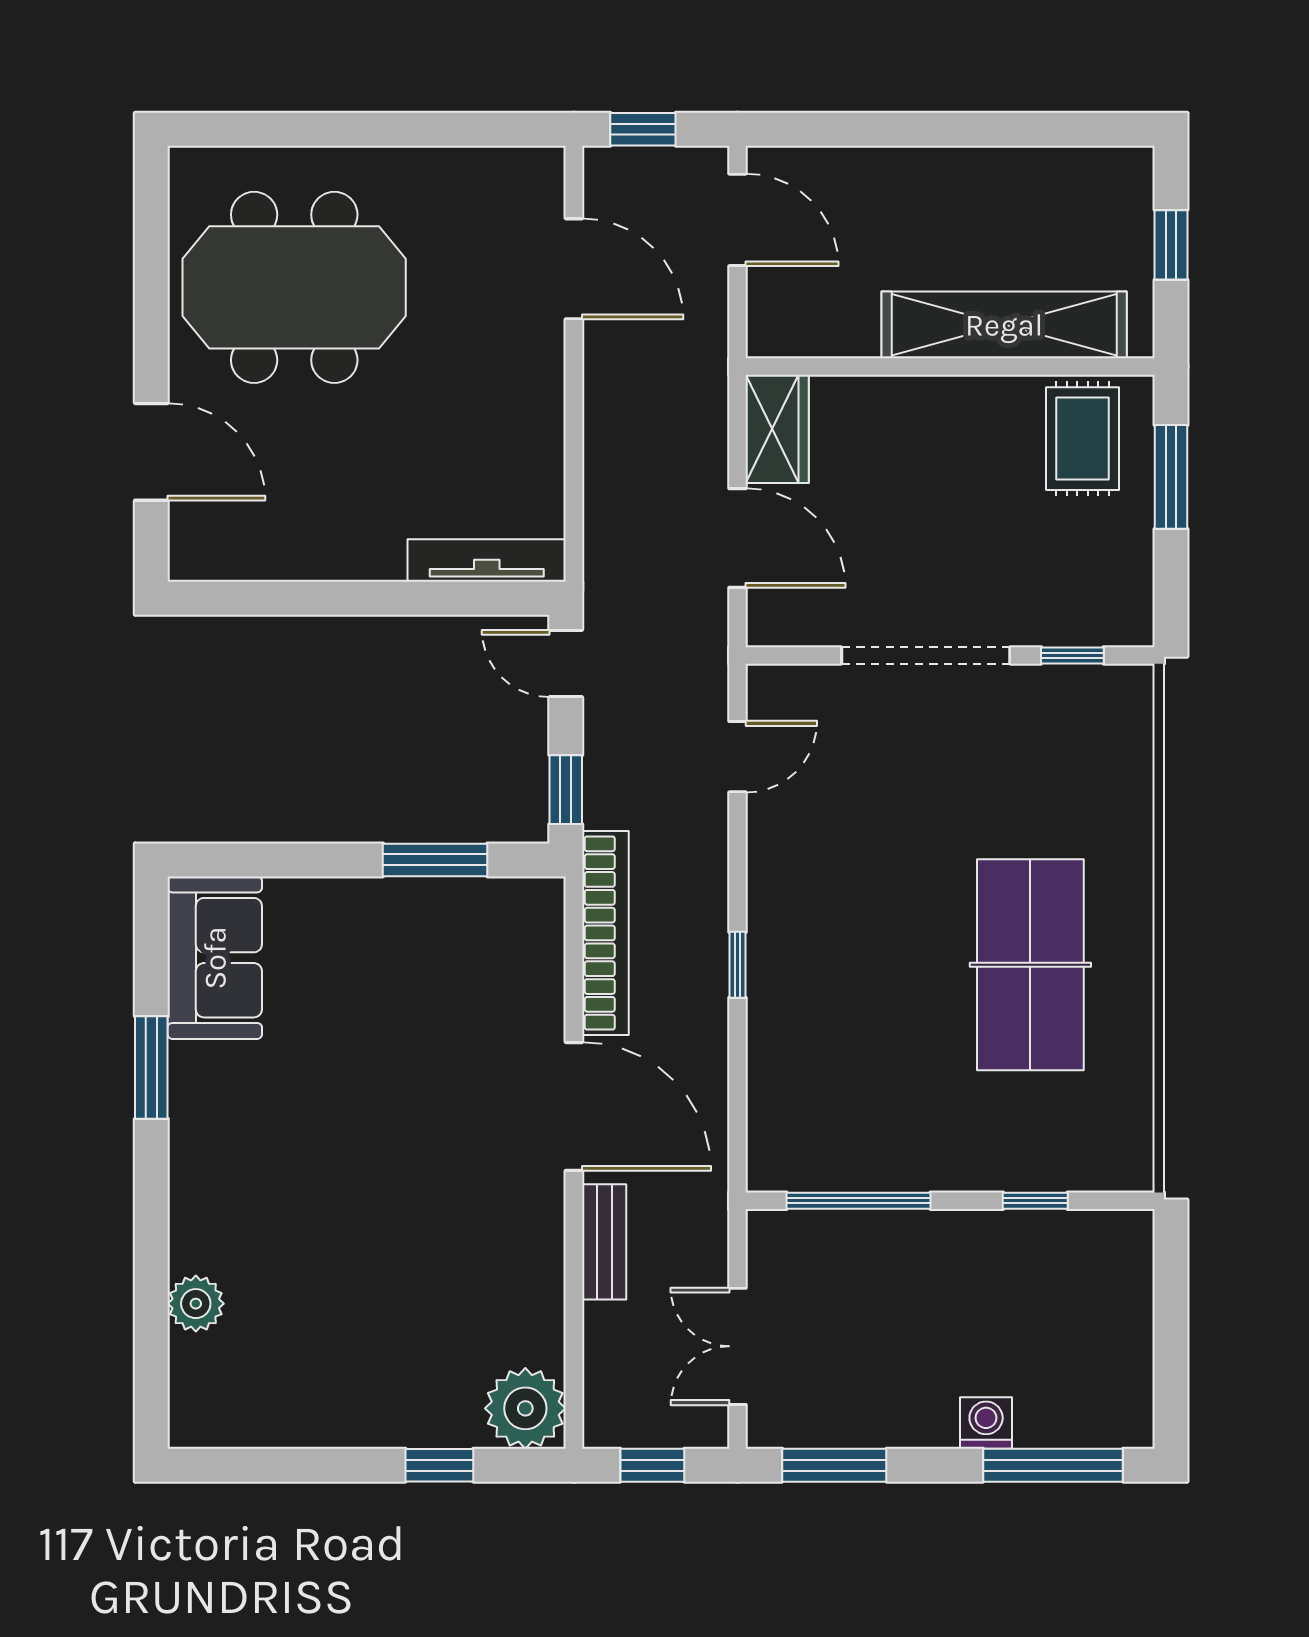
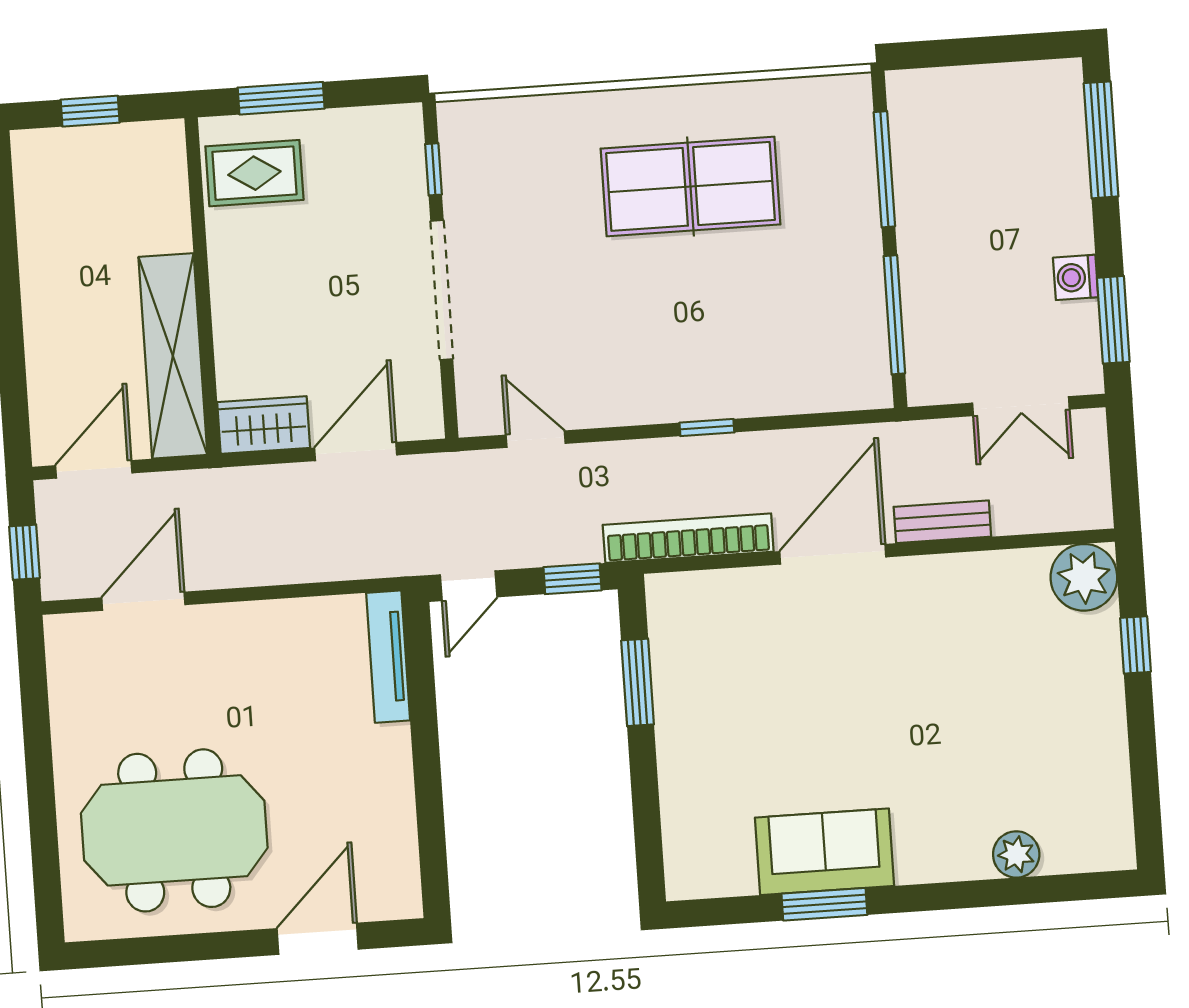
meeting table: (294, 287) -> (174, 830), turned 90
shelving: (1004, 325) -> (173, 356), moved
sofa: (215, 958) -> (825, 852), moved
window: (1035, 1201) -> (884, 169), width x2.17
washing machine: (986, 1423) -> (1076, 277), moved
window: (652, 1465) -> (1124, 470), removed

